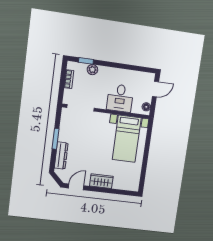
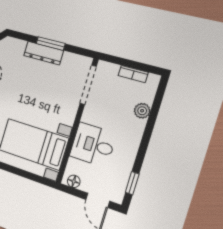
window: (86, 61) -> (132, 183), moved
dresser: (61, 156) -> (43, 53), moved

